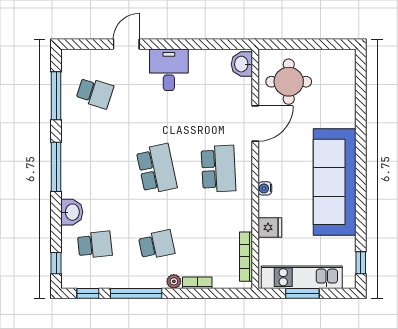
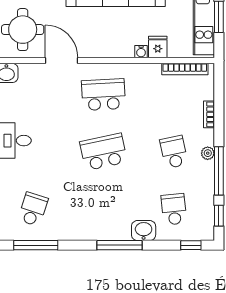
window: (56, 167) -> (120, 245), moved
water cooler: (265, 188) -> (141, 52), moved
plant: (174, 281) -> (208, 153), moved

